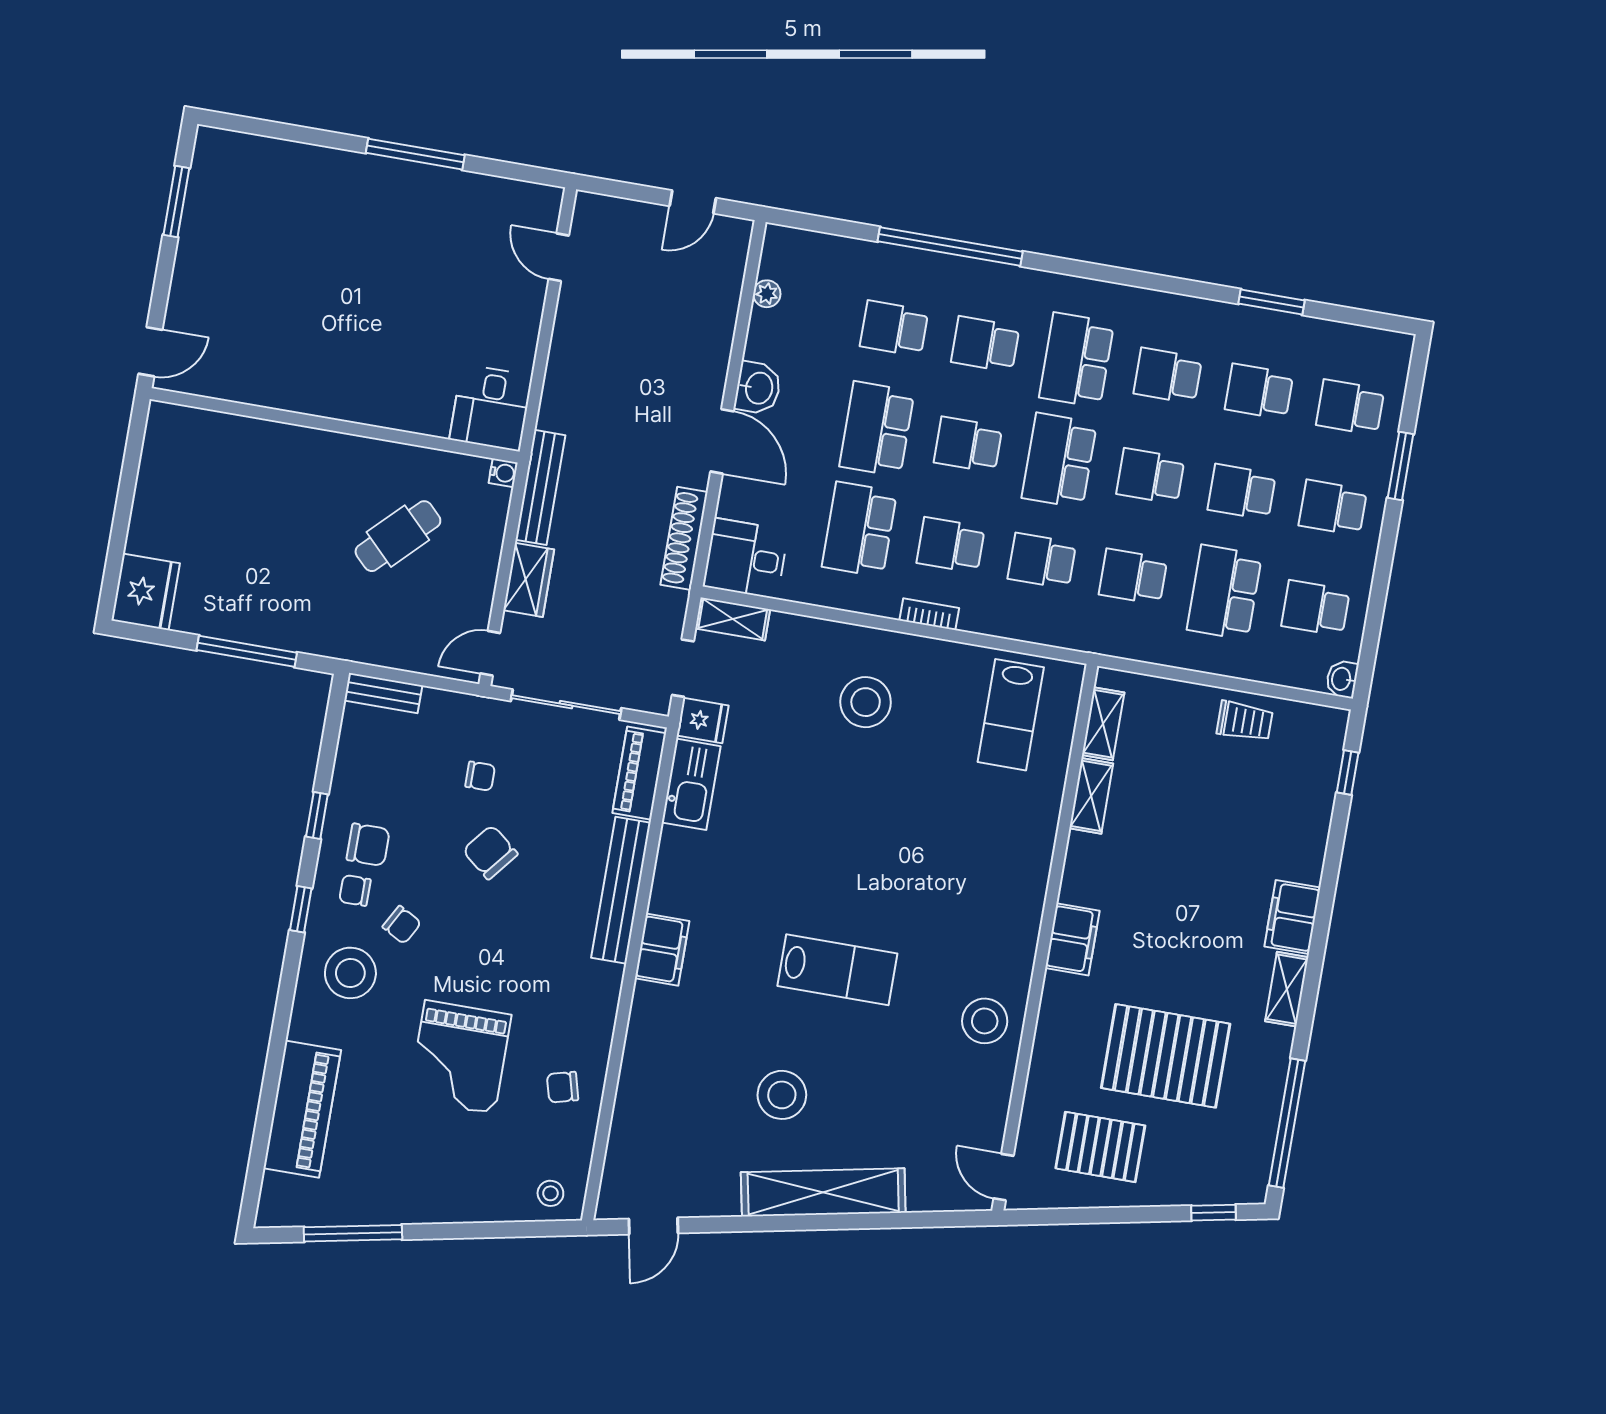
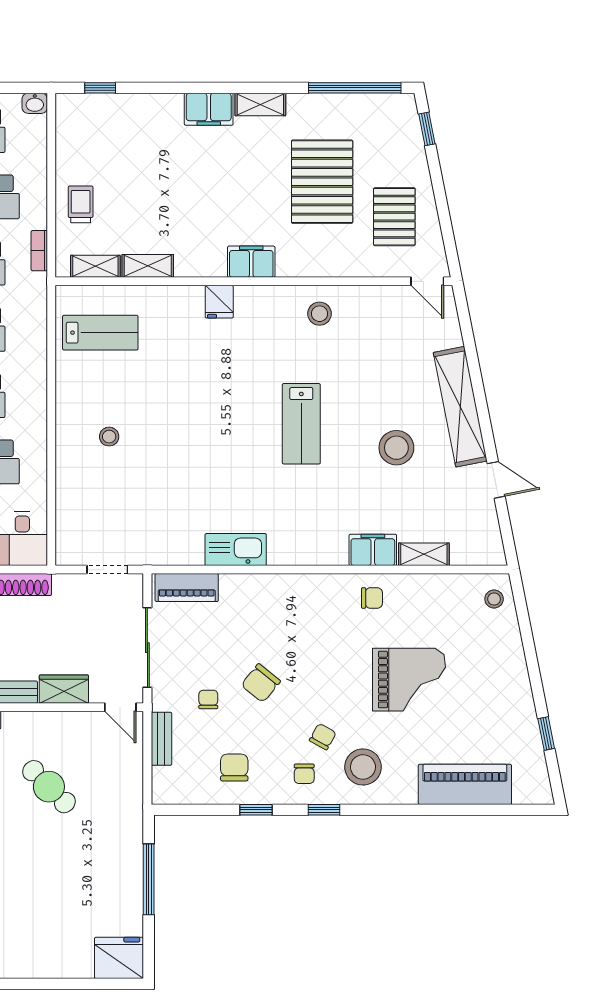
bookcase: (929, 614) -> (39, 251), moved
shelving: (733, 619) -> (424, 554), moved, turned 90
bench: (383, 693) -> (161, 739), moved
stool: (866, 702) -> (109, 437), width x0.53, depth x0.53
fridge: (703, 720) -> (219, 302), moved, turned 180
trolley: (1245, 721) -> (81, 204), moved
kitchen sink: (691, 784) -> (236, 550), moved
chair: (368, 845) -> (234, 767), moved
bench: (621, 890) -> (272, 586), removed
filing cabinet: (662, 950) -> (373, 550), moved
lab bench: (837, 970) -> (301, 424), turned 180
stool: (985, 1021) -> (320, 314), width x0.73, depth x0.73
chair: (563, 1087) -> (372, 598), moved, turned -75
door: (1004, 1177) -> (427, 281), hinge flipped
door: (653, 1226) -> (496, 480), moved
window: (353, 1233) -> (546, 733), width x0.46

